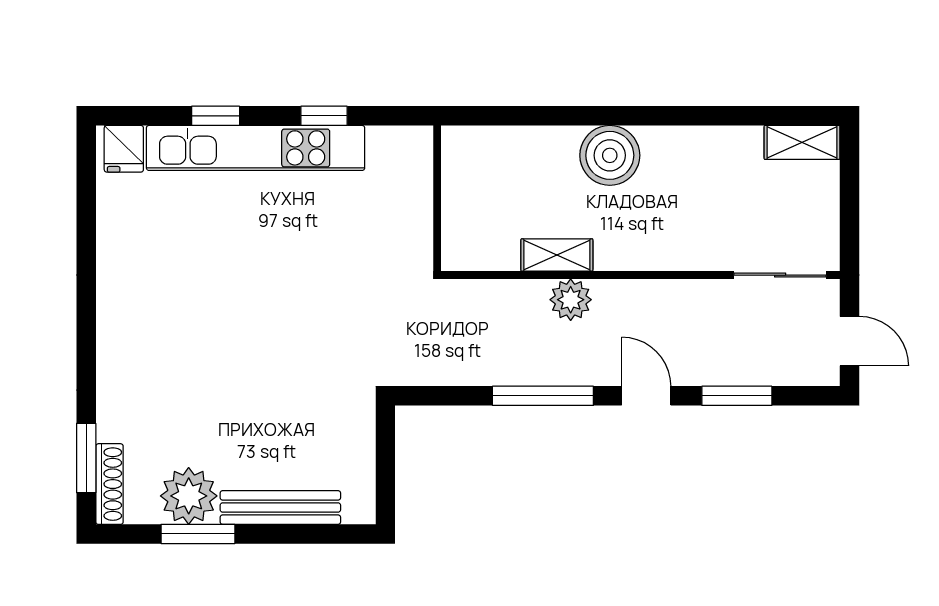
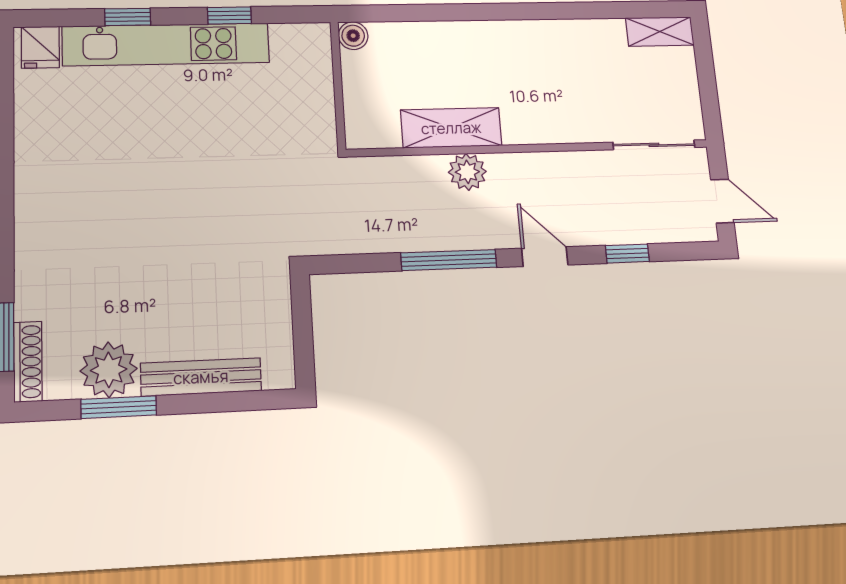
boiler: (610, 155) -> (353, 36), moved, width x0.54, depth x0.54
shelving: (557, 255) -> (451, 128), width x1.50, depth x1.33
window: (737, 396) -> (627, 254), width x0.67

